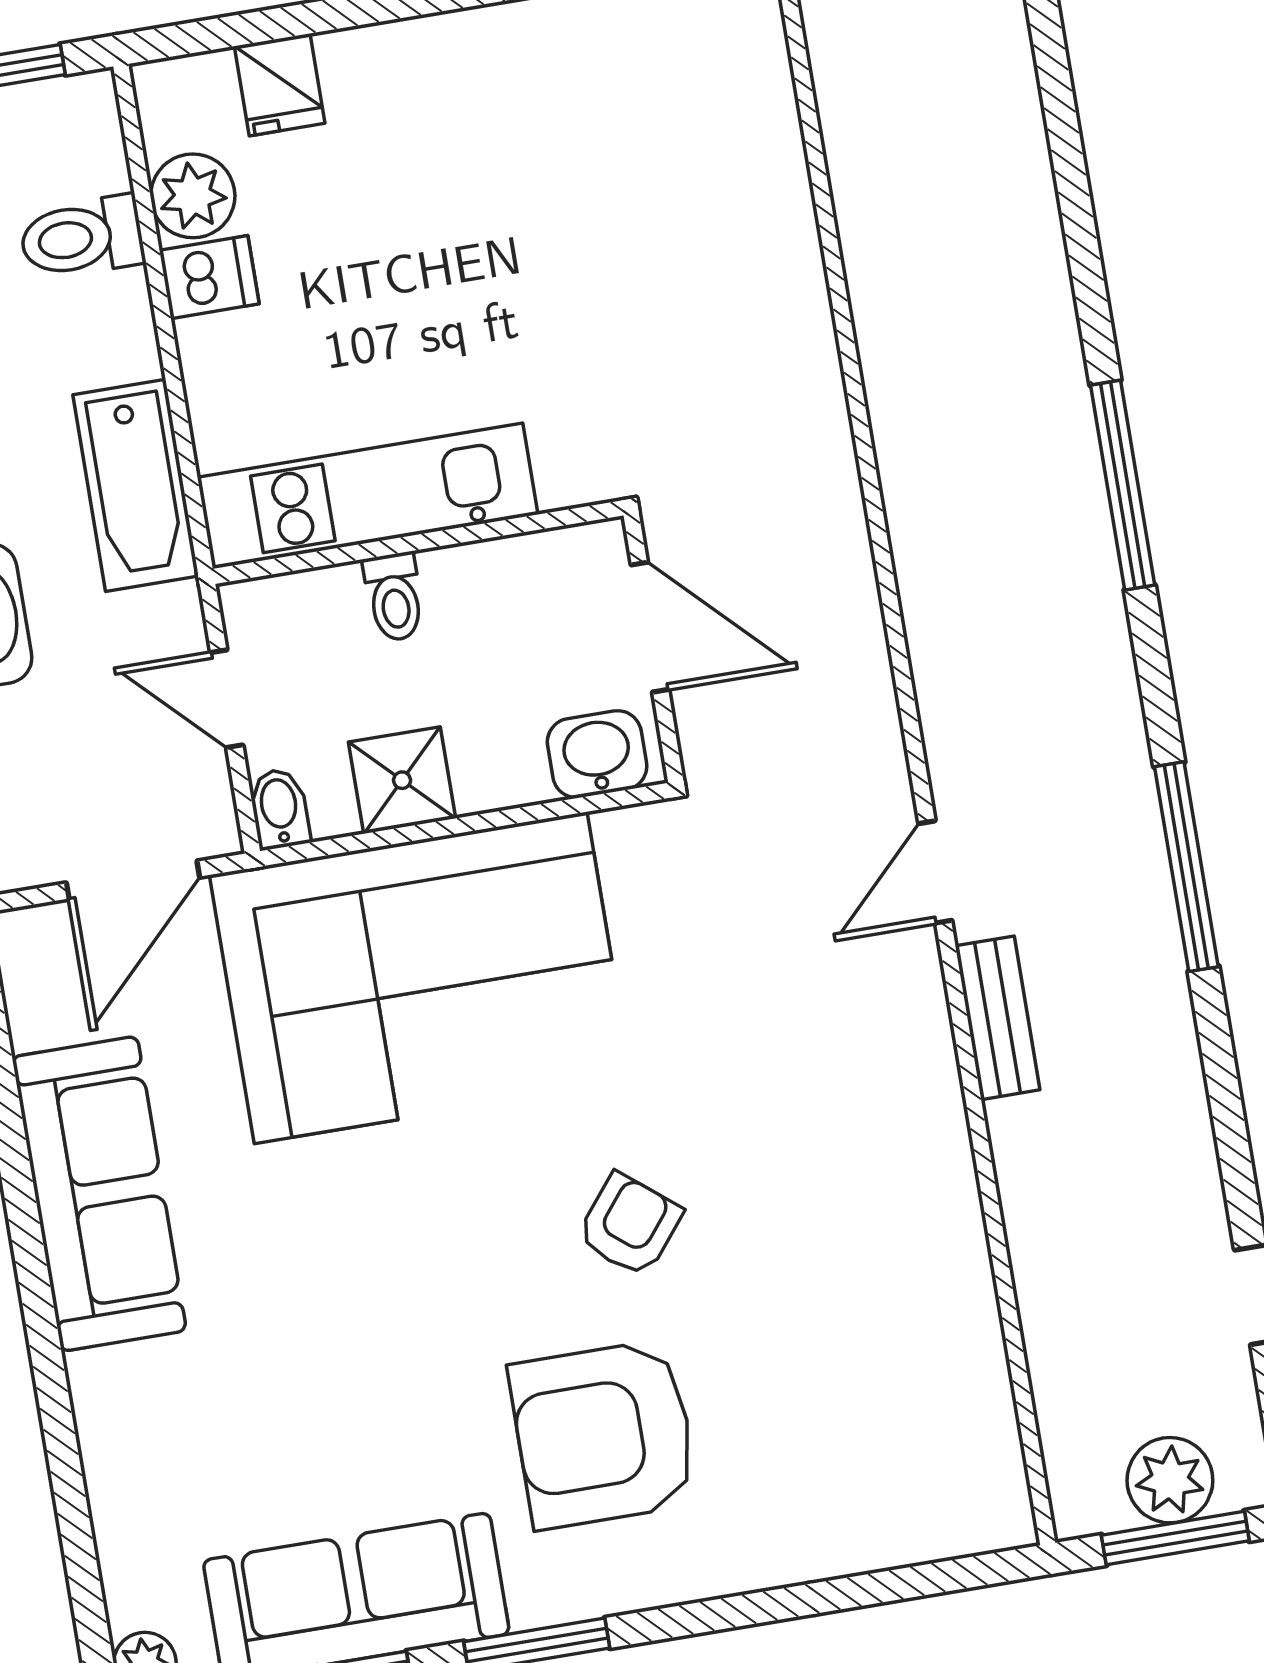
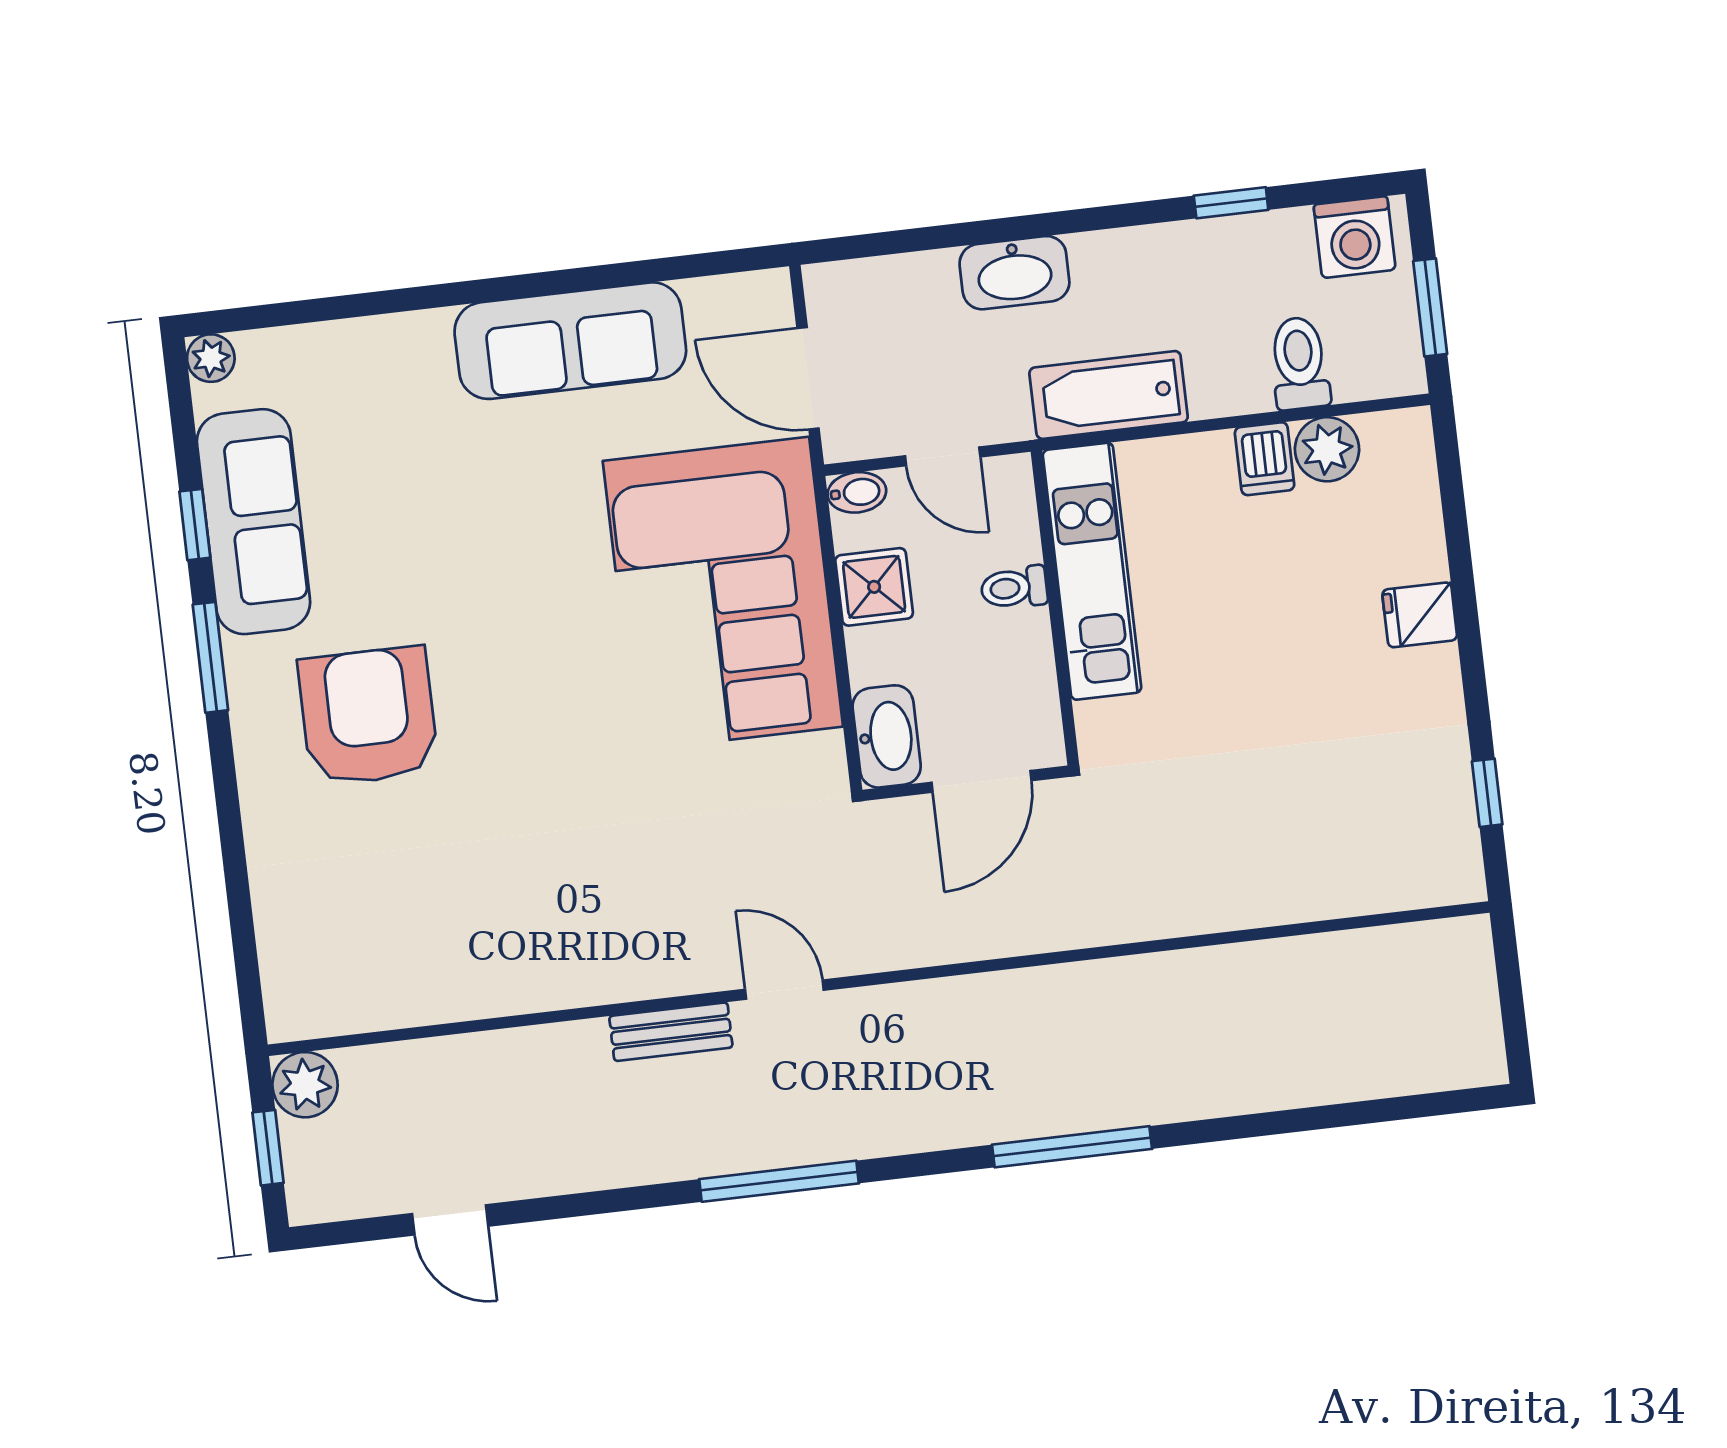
fridge: (280, 85) -> (1420, 615), moved
door: (227, 699) -> (943, 456), swing flipped
washbasin: (597, 754) -> (887, 736), width x1.38
armchair: (630, 1225) -> (527, 744), removed
plant: (1170, 1480) -> (305, 1085), moved
window: (1175, 1538) -> (268, 1148), width x0.67

